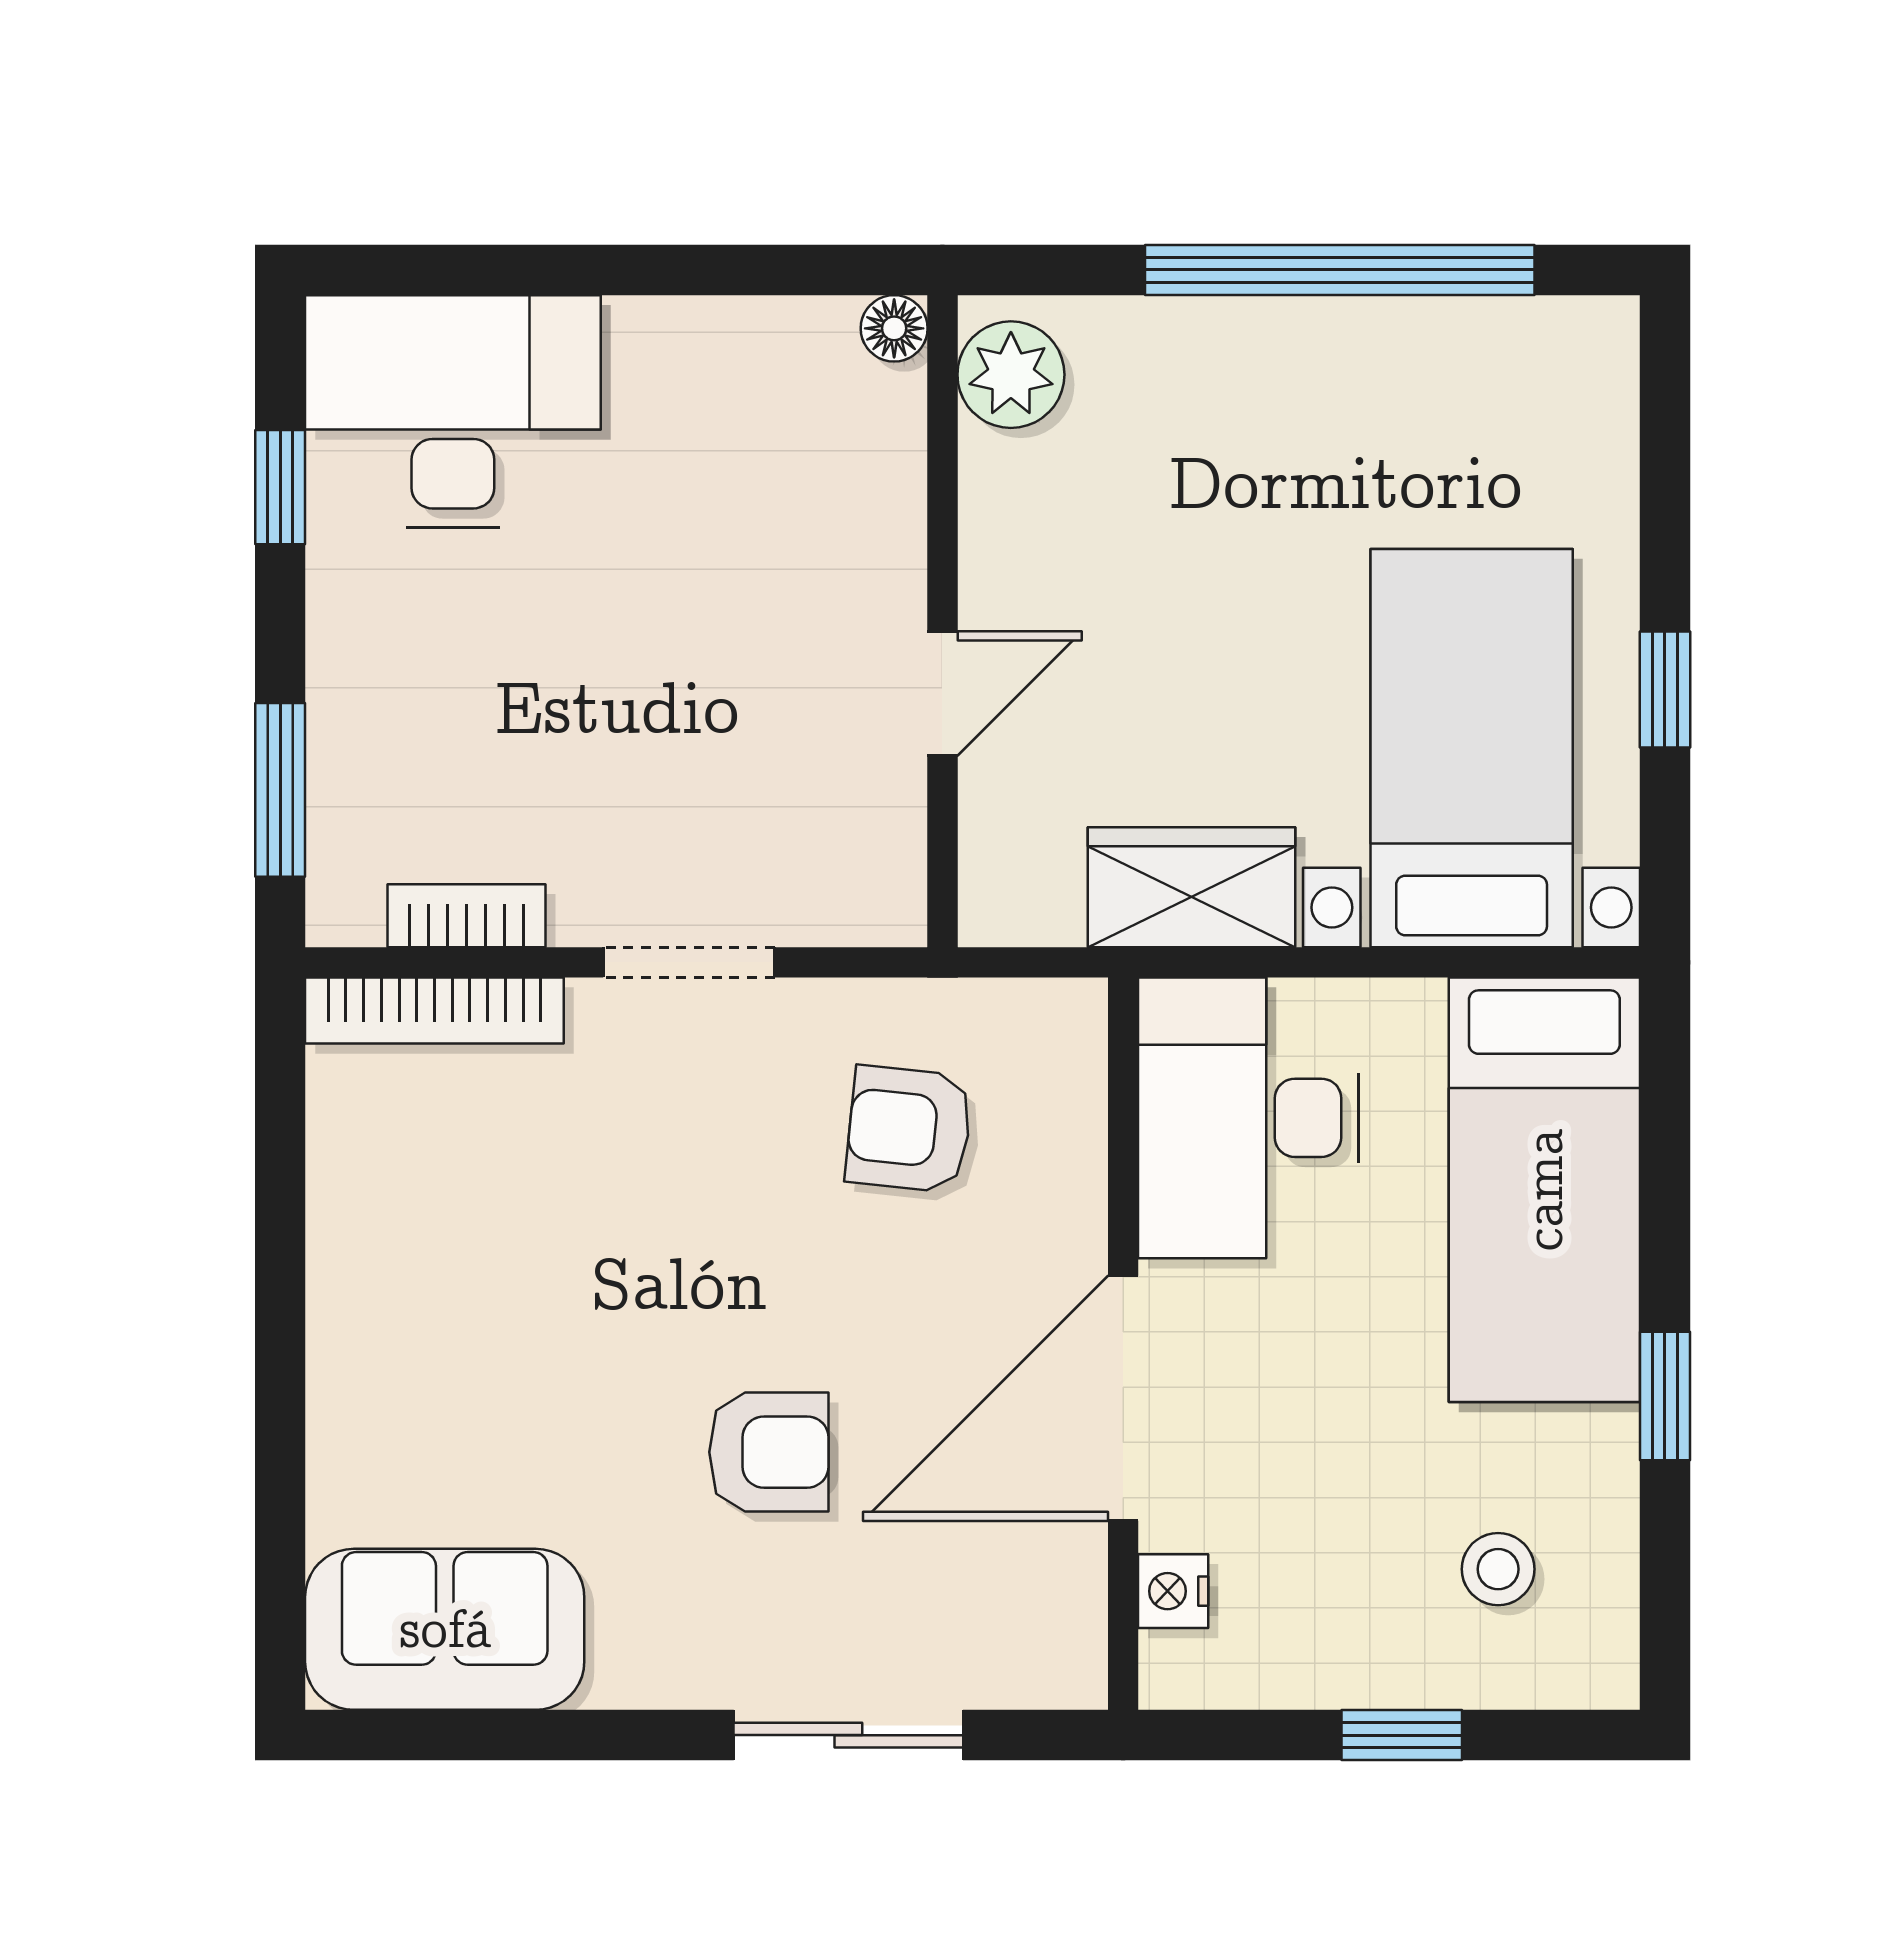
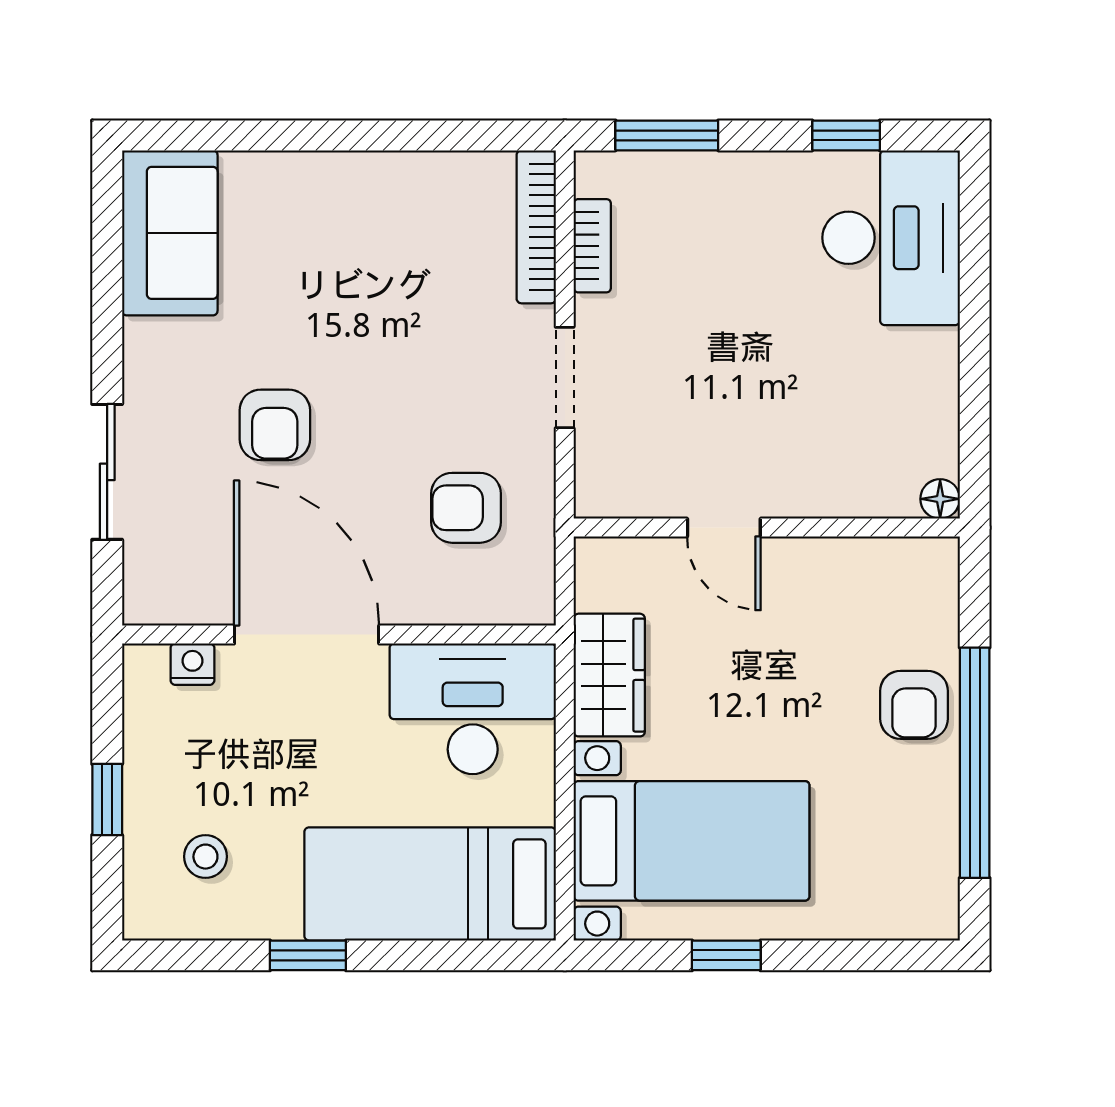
armchair: (1242, 372) -> (914, 705), added
plant: (1011, 375) -> (913, 568), removed
armchair: (909, 1129) -> (466, 508), turned -96

